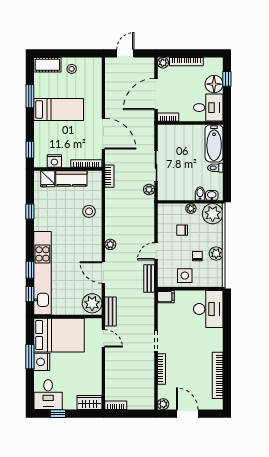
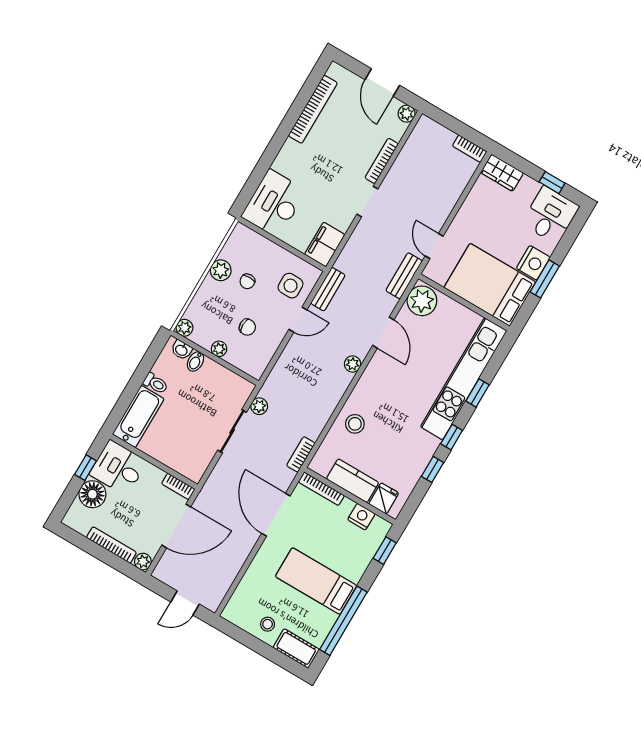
window: (227, 79) -> (85, 468), moved
window: (30, 96) -> (343, 621), width x2.11
plant: (213, 214) -> (185, 328), width x0.53, depth x0.53
side table: (185, 276) -> (291, 286), moved
window: (30, 294) -> (452, 437), moved
filing cabinet: (166, 297) -> (325, 244), width x2.00

